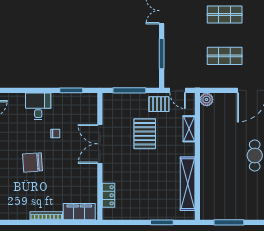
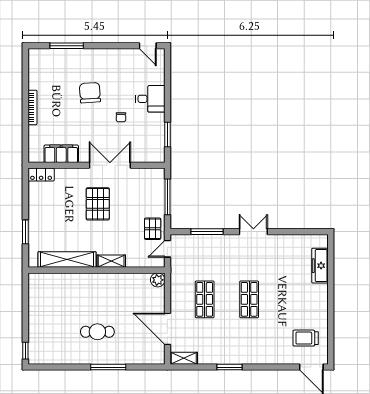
shelving: (189, 129) -> (111, 261), moved
pallet: (145, 134) -> (98, 204), moved, turned 90
locker: (109, 195) -> (41, 175), moved
filing cabinet: (79, 212) -> (61, 154), moved, turned -90
window: (229, 222) -> (25, 304), removed

